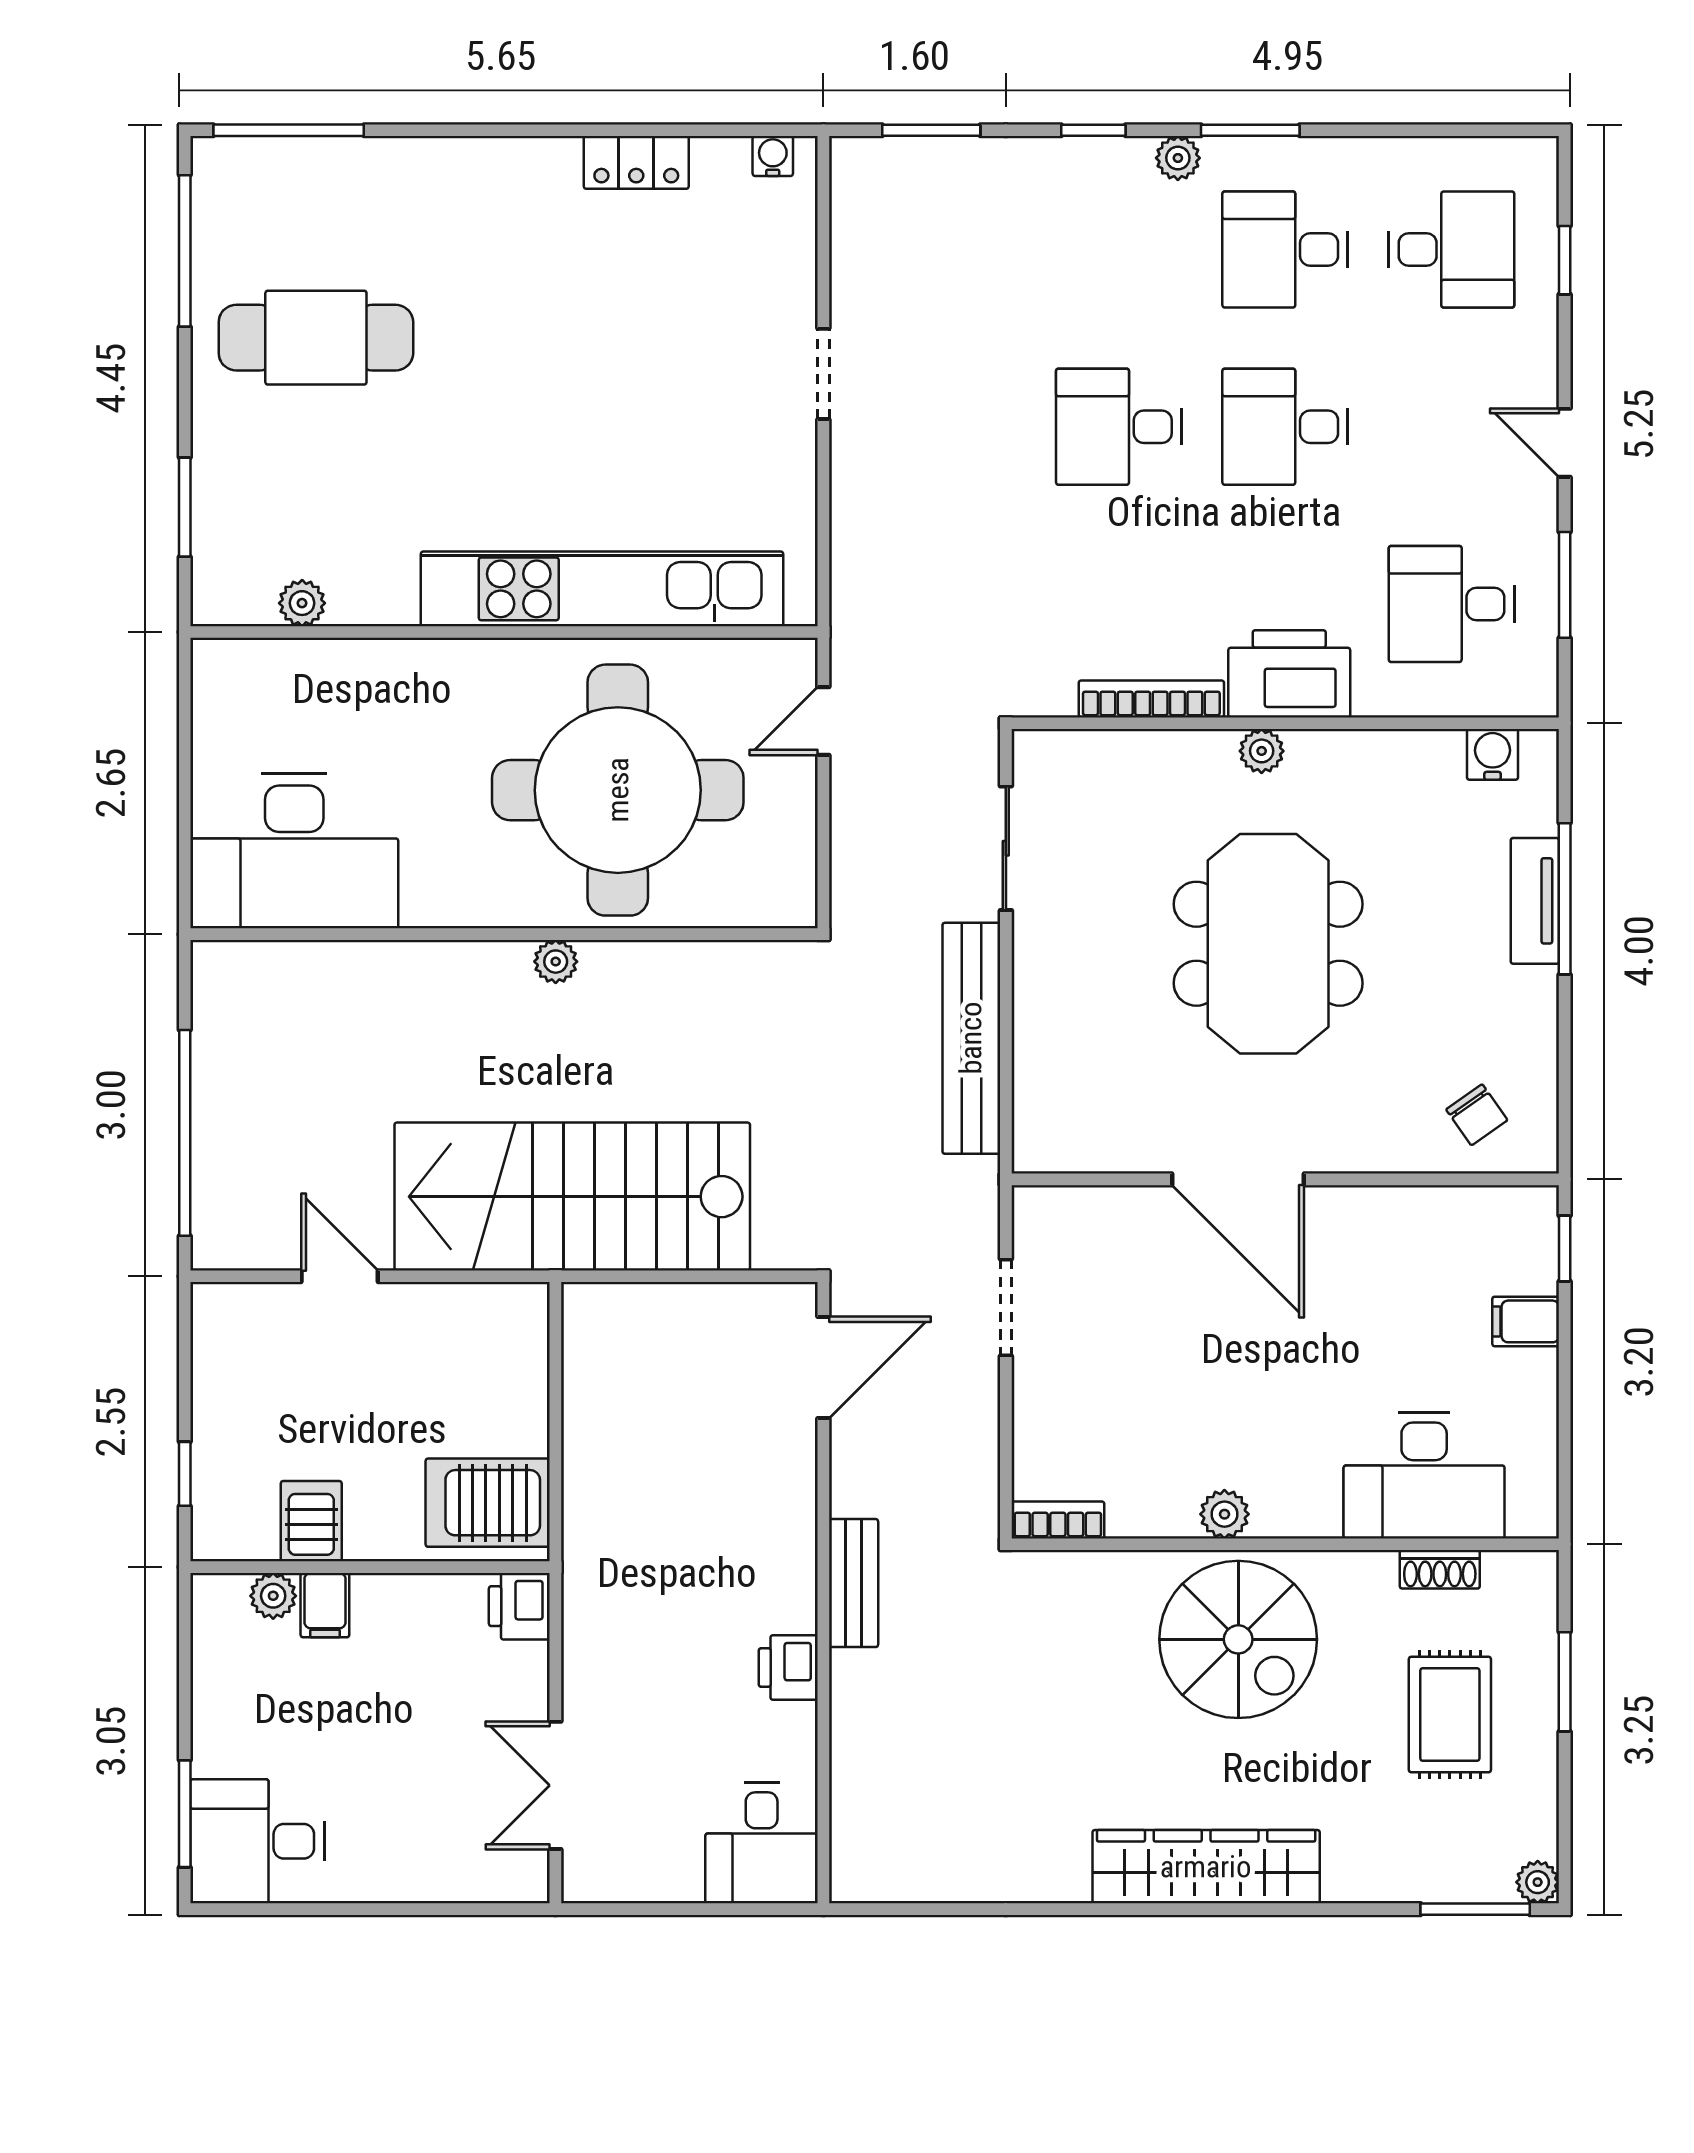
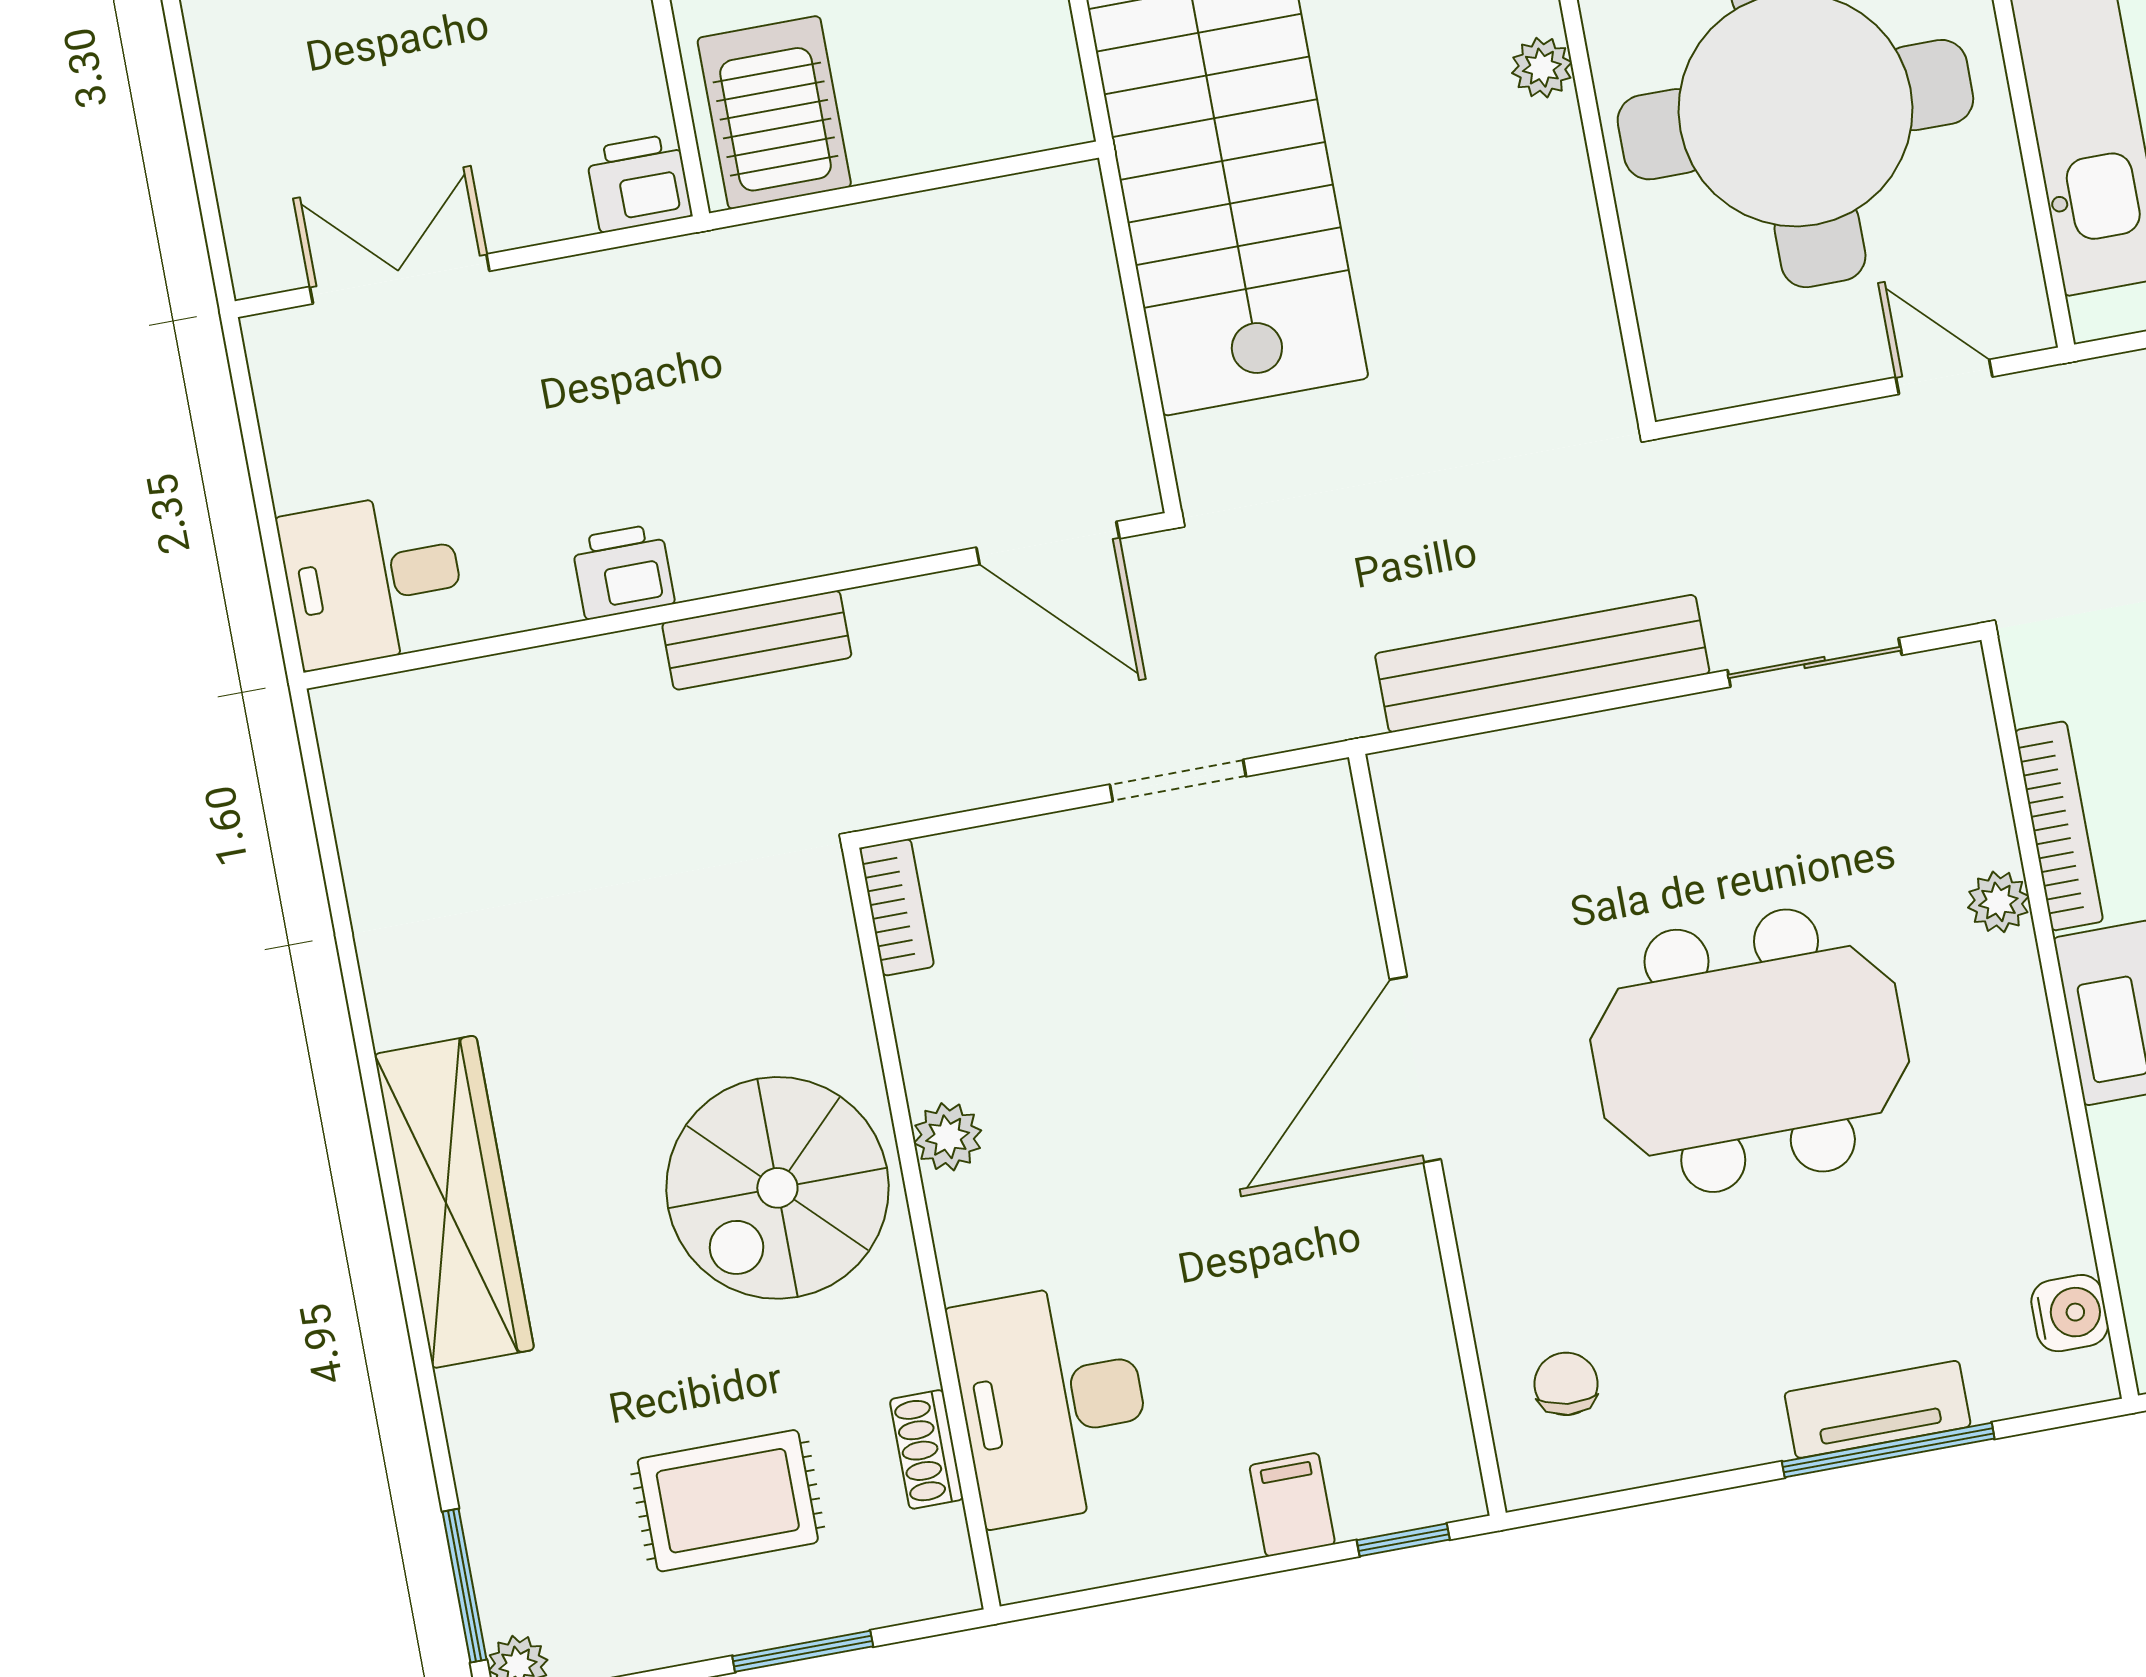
plant: (1262, 751) -> (1998, 902), moved
chair: (1477, 1115) -> (1566, 1384), turned 131

